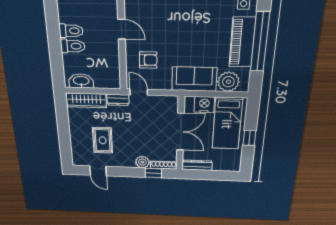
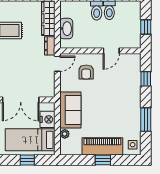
window: (260, 42) -> (103, 160), width x0.32
washbasin: (81, 81) -> (66, 29), moved
plant: (228, 82) -> (65, 134), width x0.53, depth x0.53
window: (249, 138) -> (27, 160), moved

